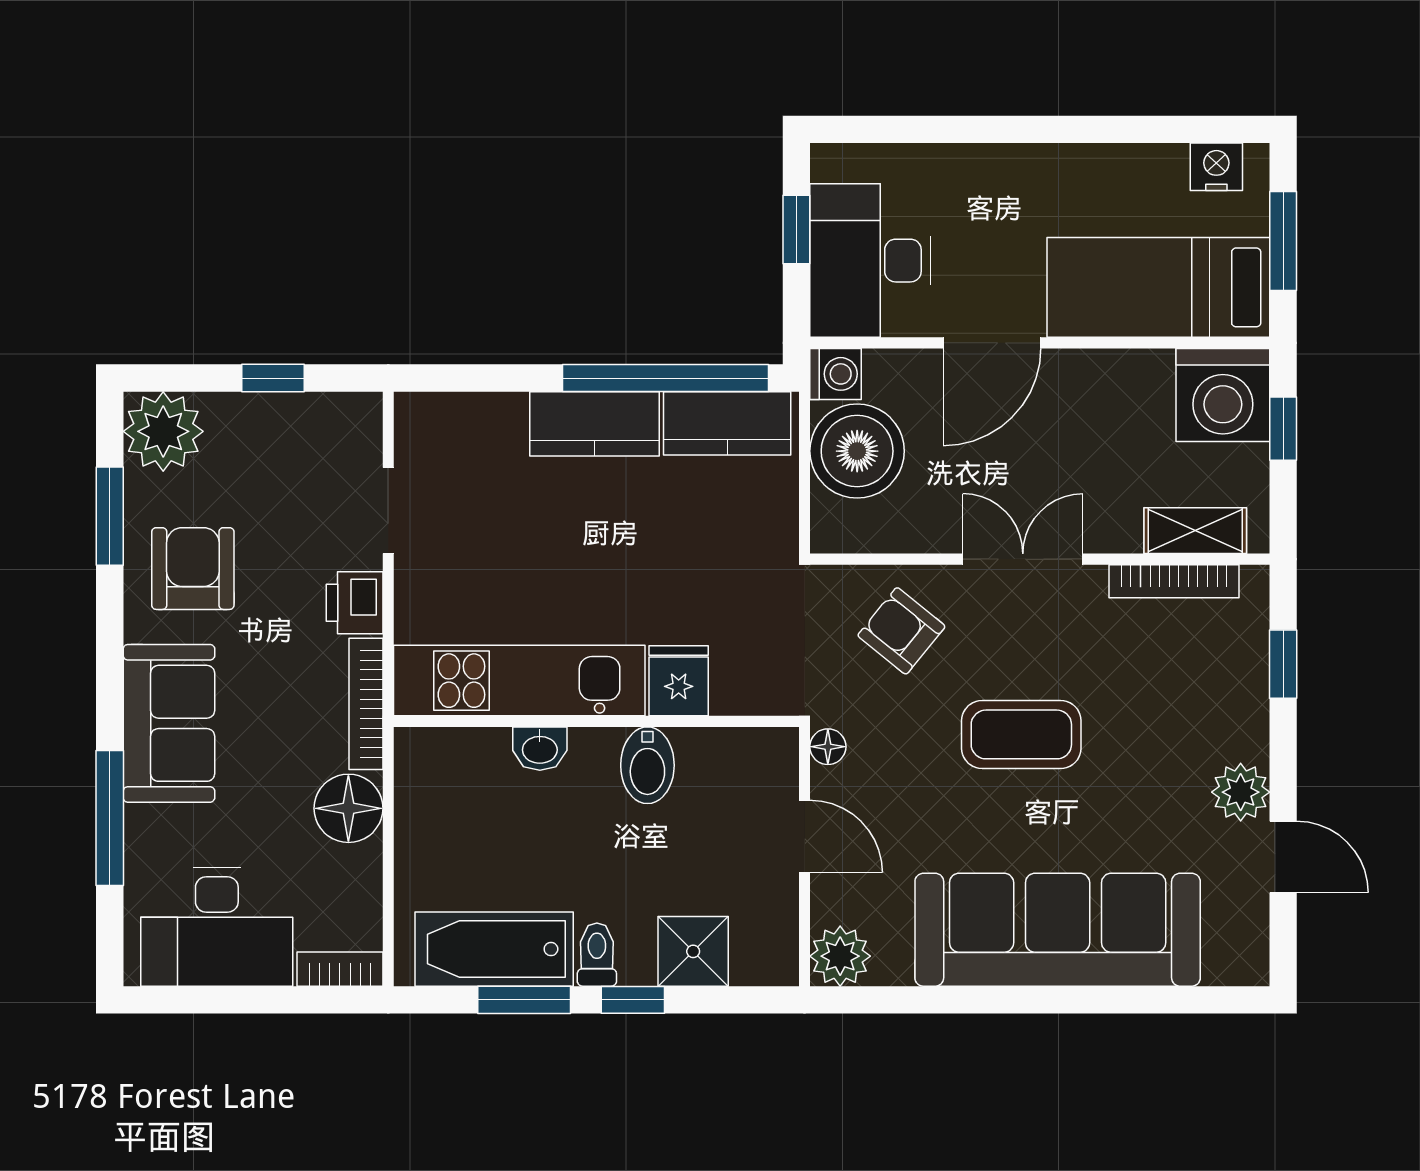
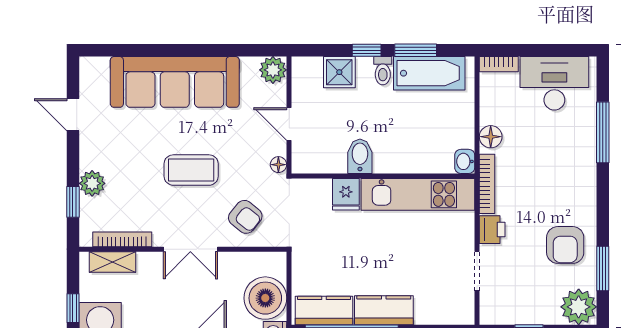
sofa: (169, 723) -> (576, 175), removed
washbasin: (540, 749) -> (465, 161), moved, turned -90
plant: (1241, 792) -> (92, 183), moved
floor lamp: (348, 808) -> (491, 137), width x0.73, depth x0.73

